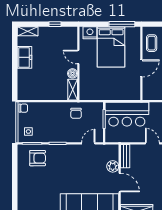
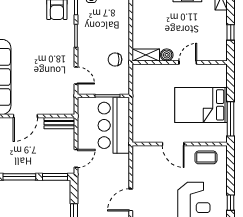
nightstand: (90, 33) -> (219, 77), removed
plant: (113, 166) -> (46, 107), removed

